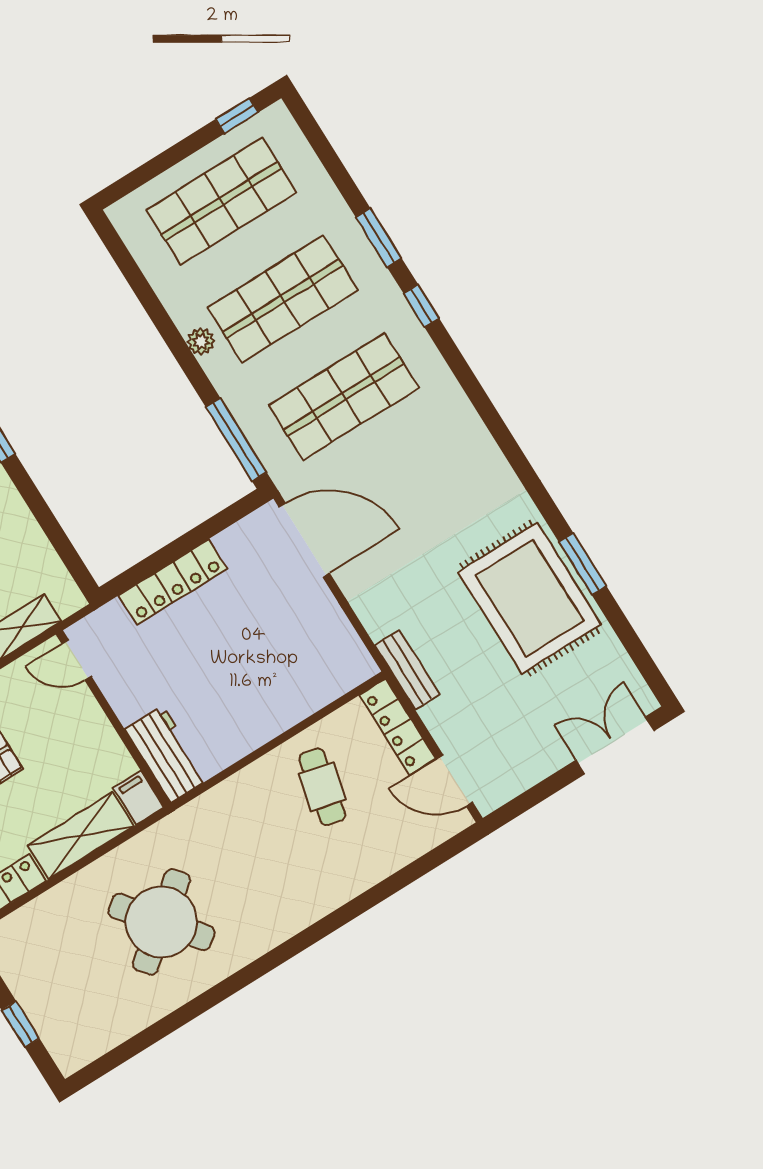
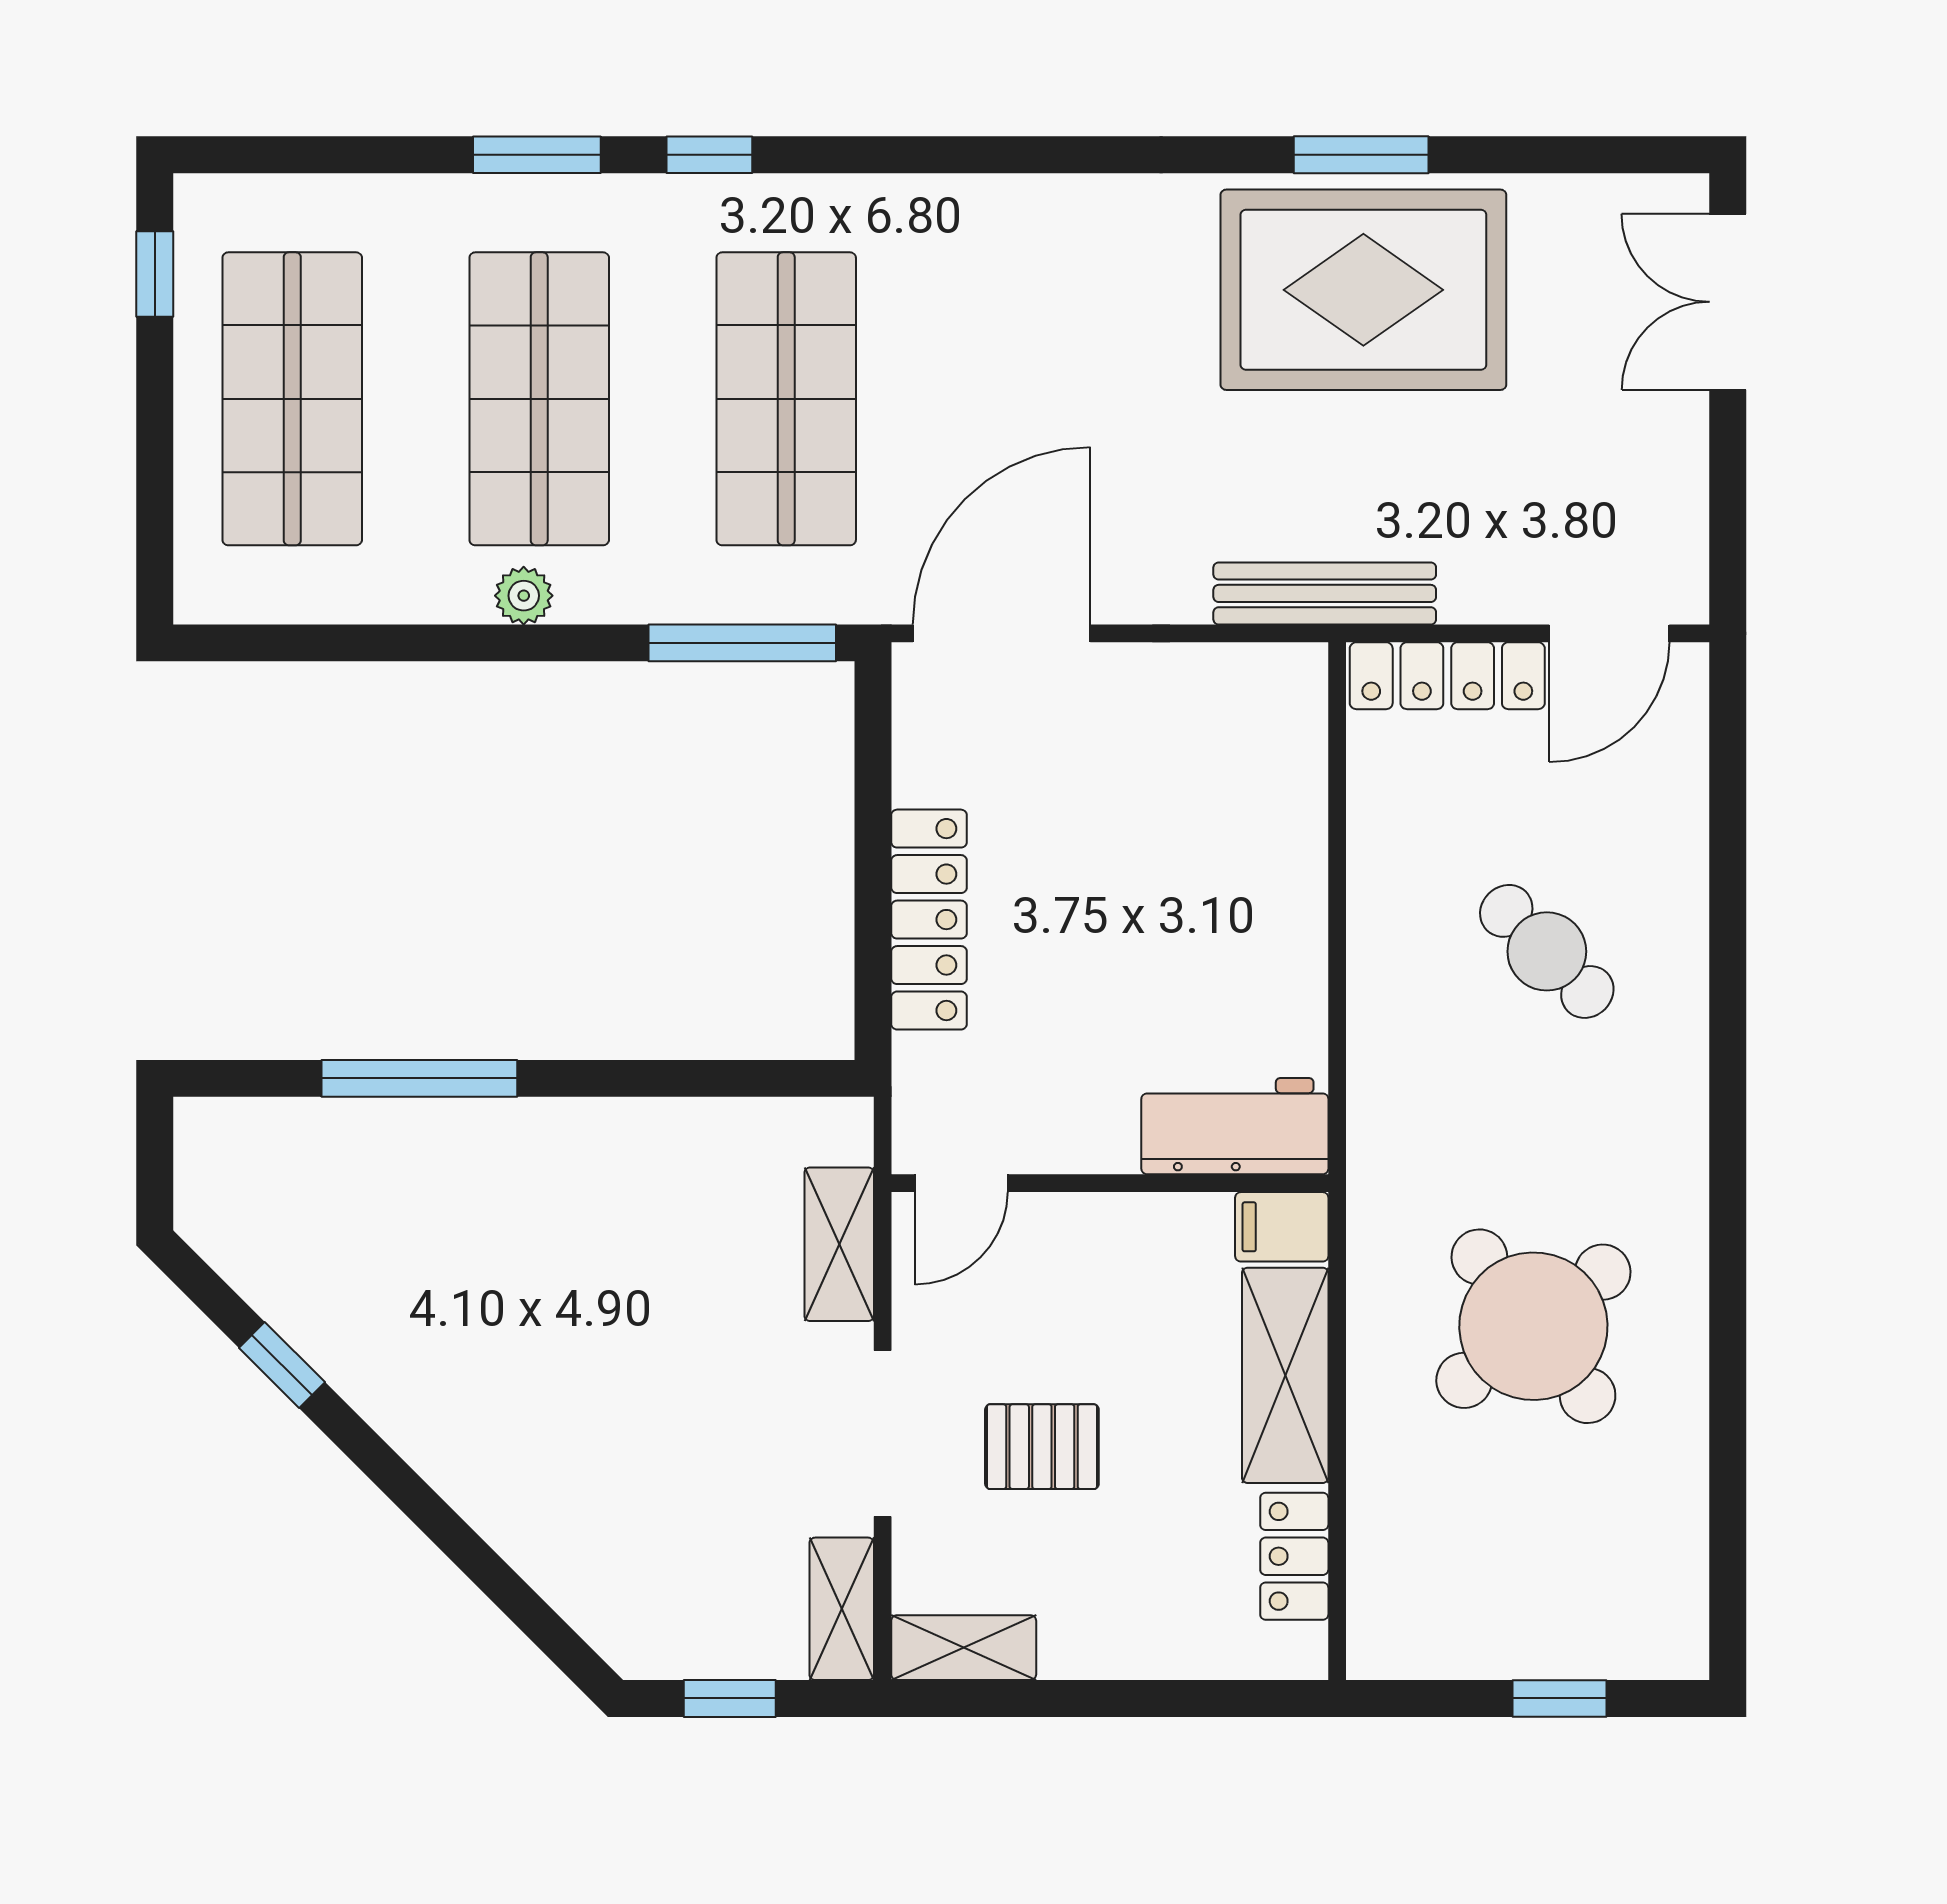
bench: (407, 670) -> (1325, 593), width x1.36
cafe table: (322, 787) -> (1547, 951), moved, turned 32

